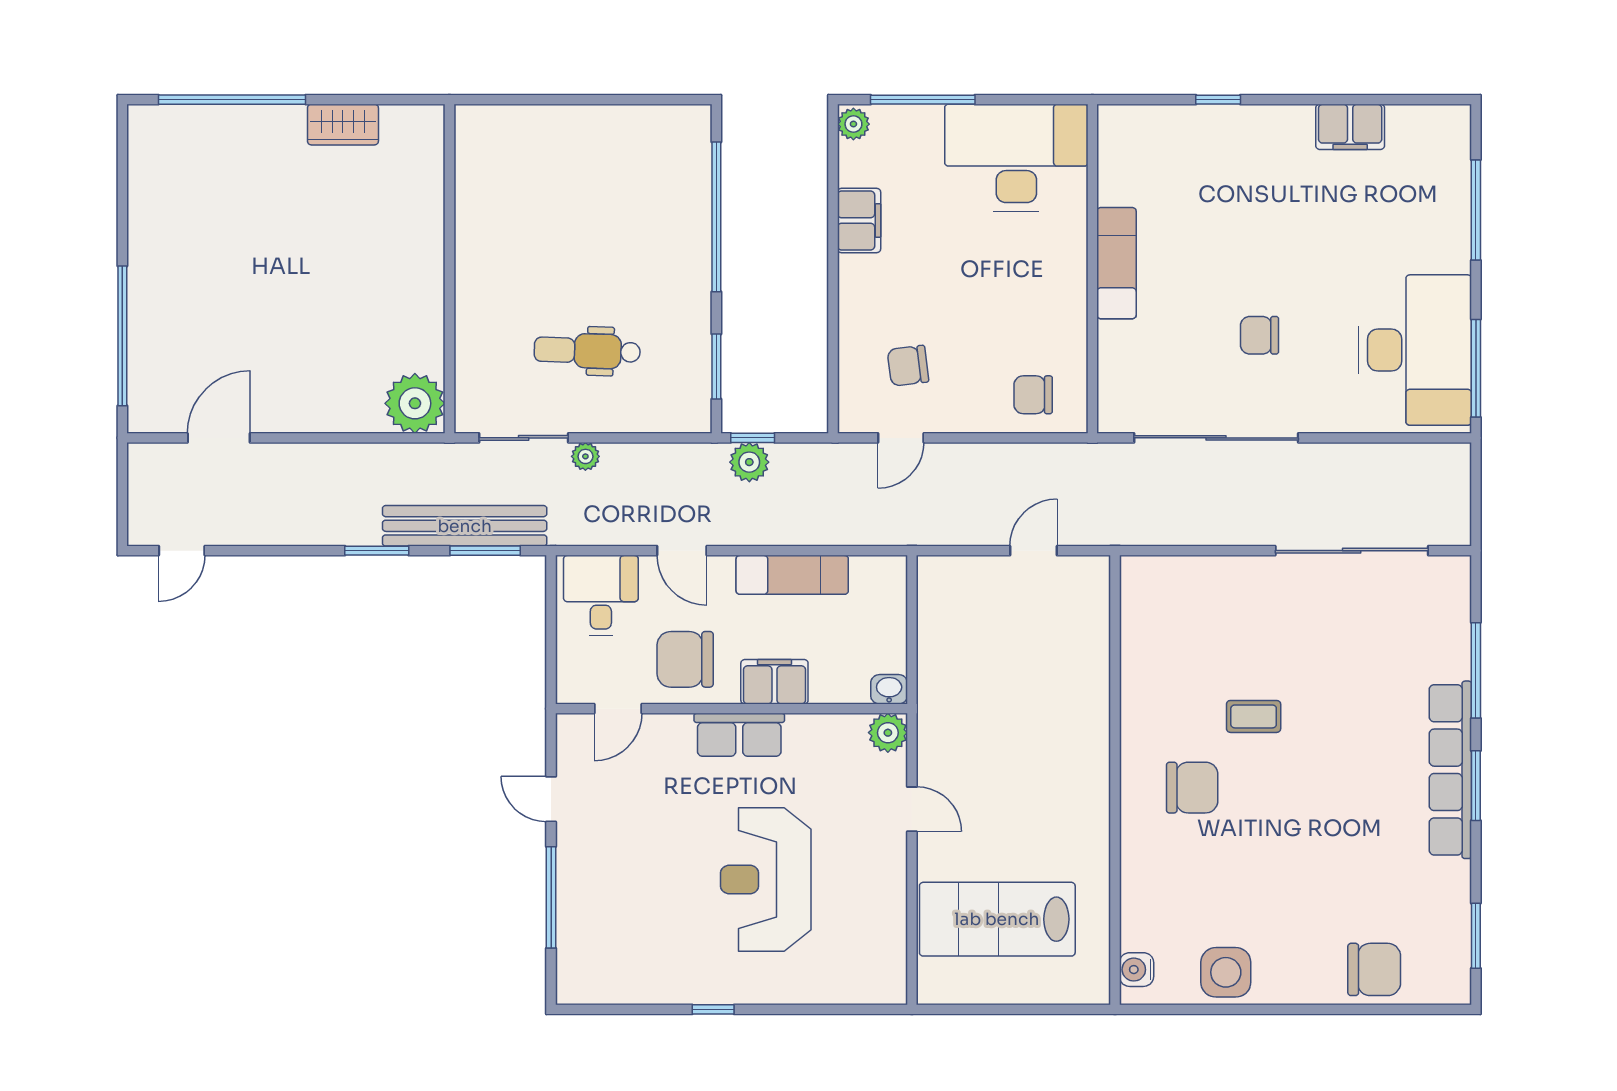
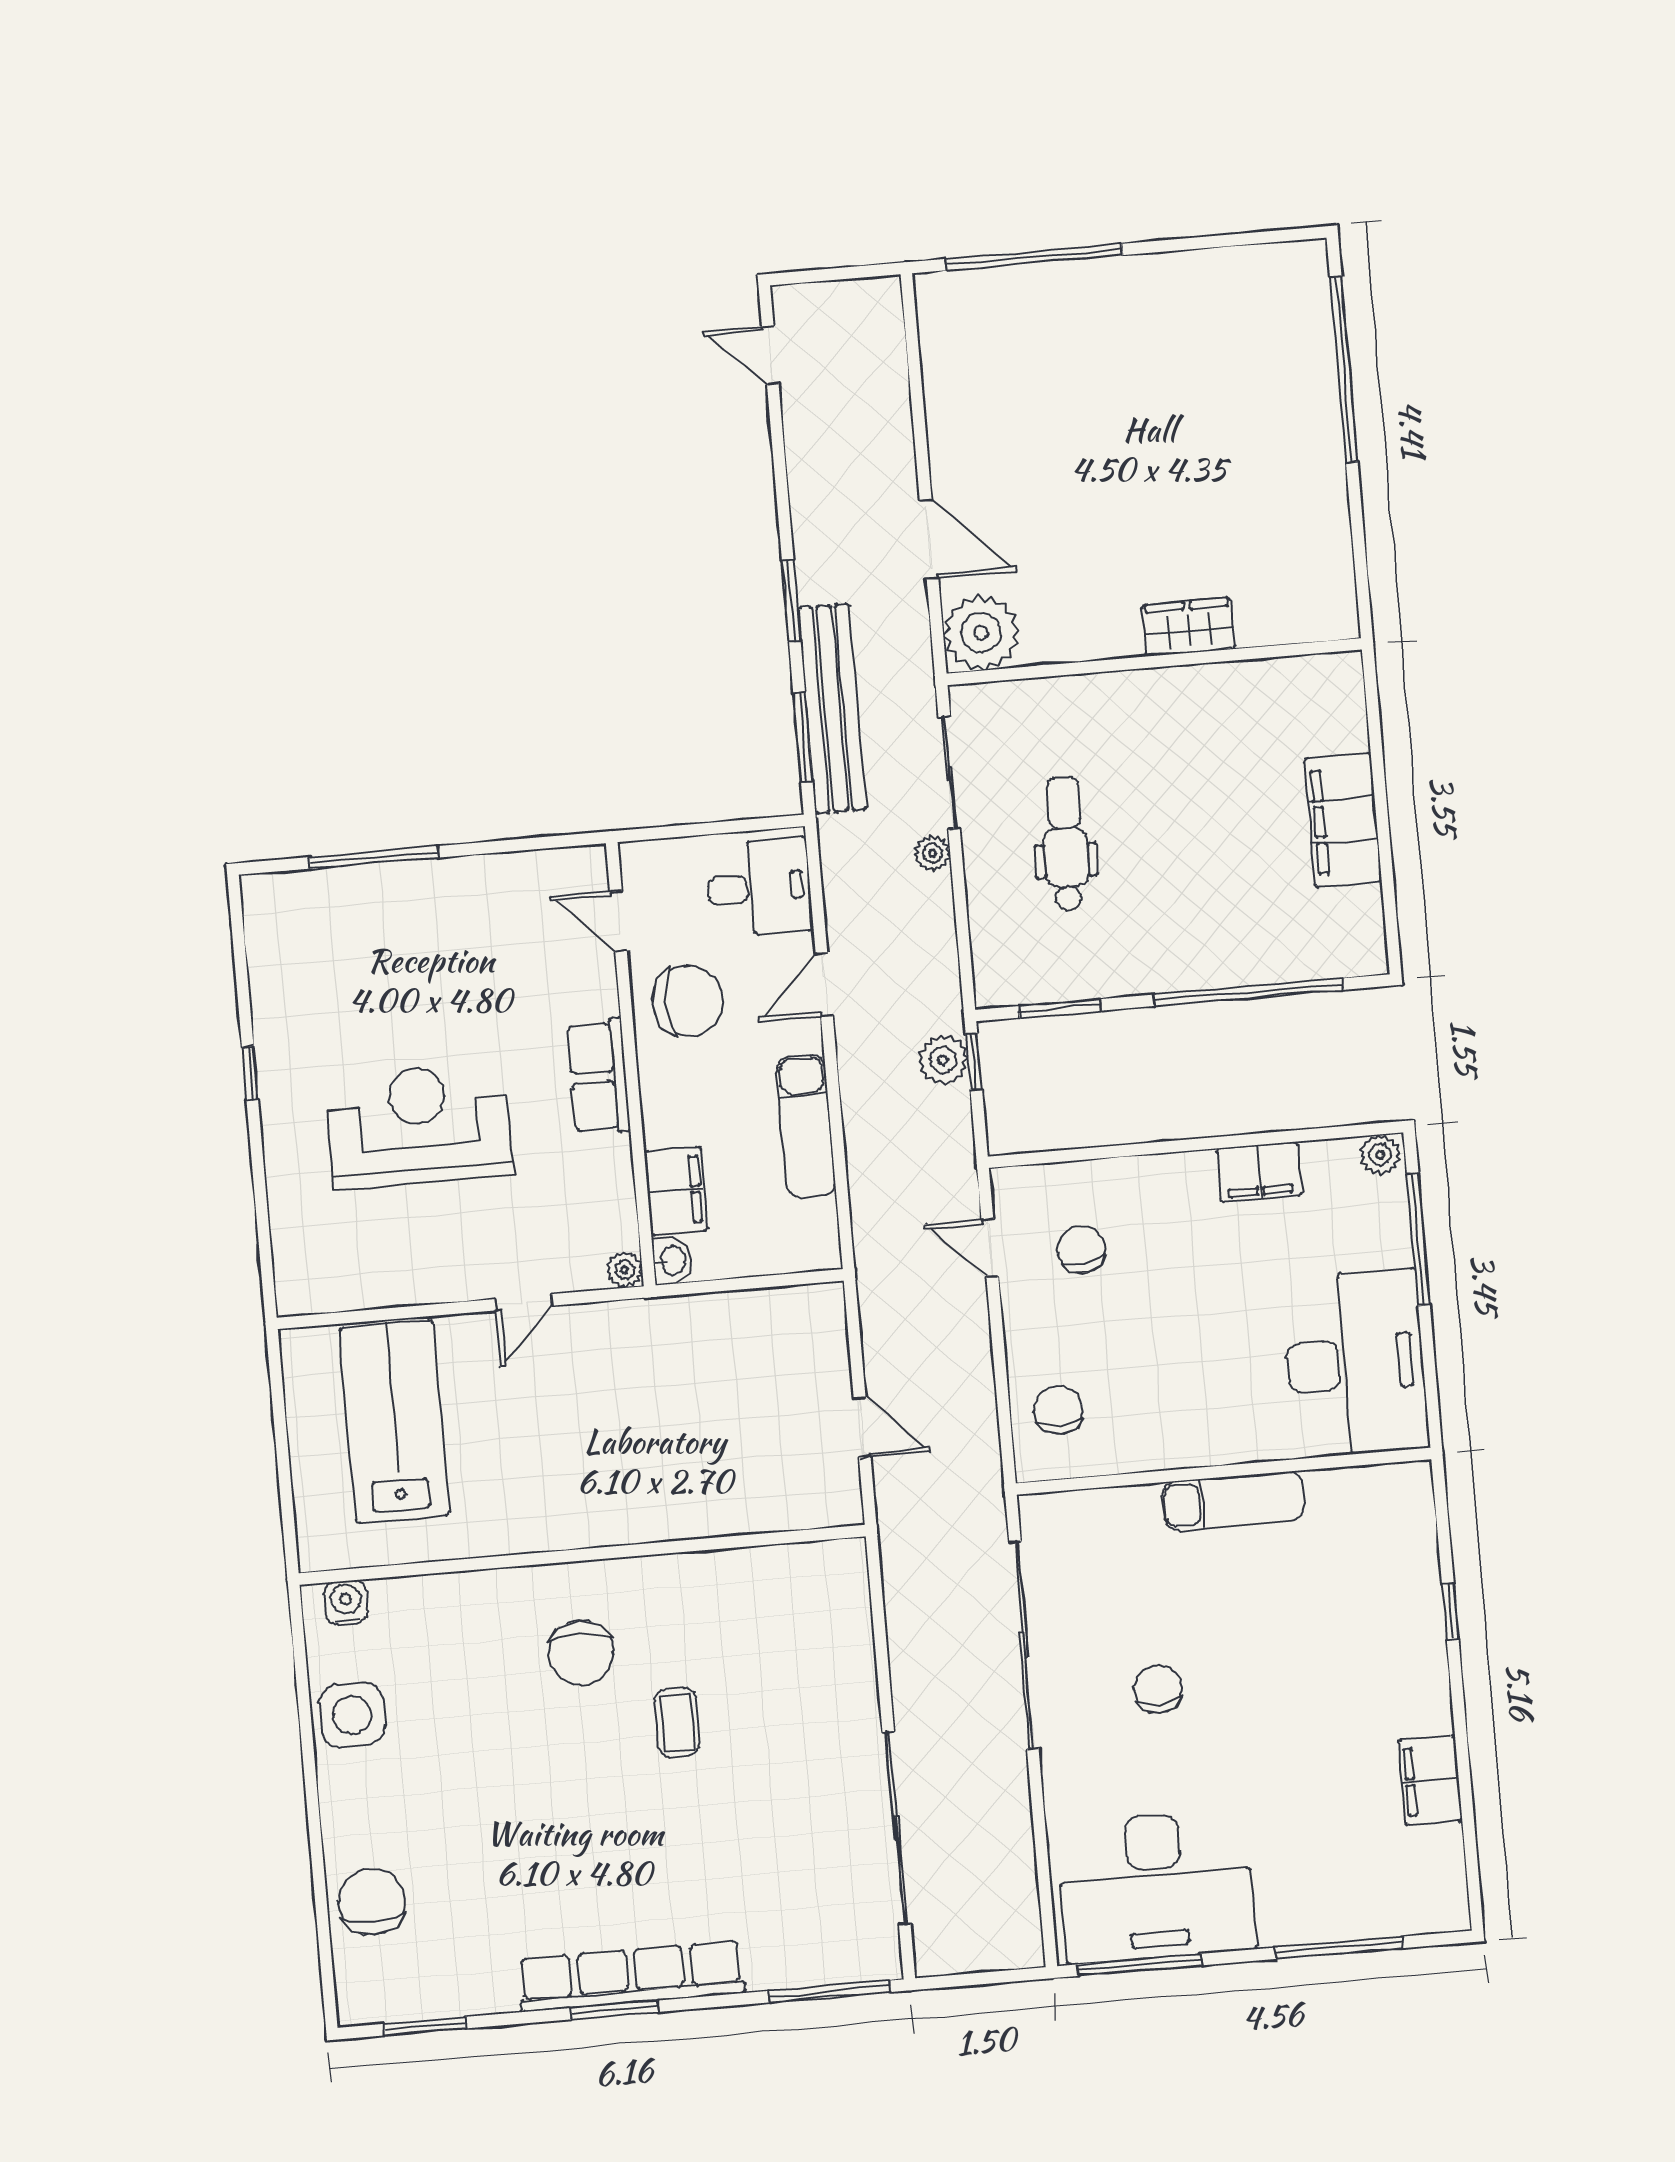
wardrobe: (343, 125) -> (1188, 627), moved, turned 90
filing cabinet: (587, 131) -> (1343, 820), added
door: (219, 438) -> (929, 539), moved
chair: (685, 659) -> (688, 1001), turned 90
window: (1476, 670) -> (829, 1992), moved
filing cabinet: (774, 682) -> (676, 1191), moved
plant: (888, 733) -> (625, 1270), width x0.73, depth x0.73
door: (551, 799) -> (497, 847), removed
chair: (1374, 969) -> (372, 1902), turned 180

